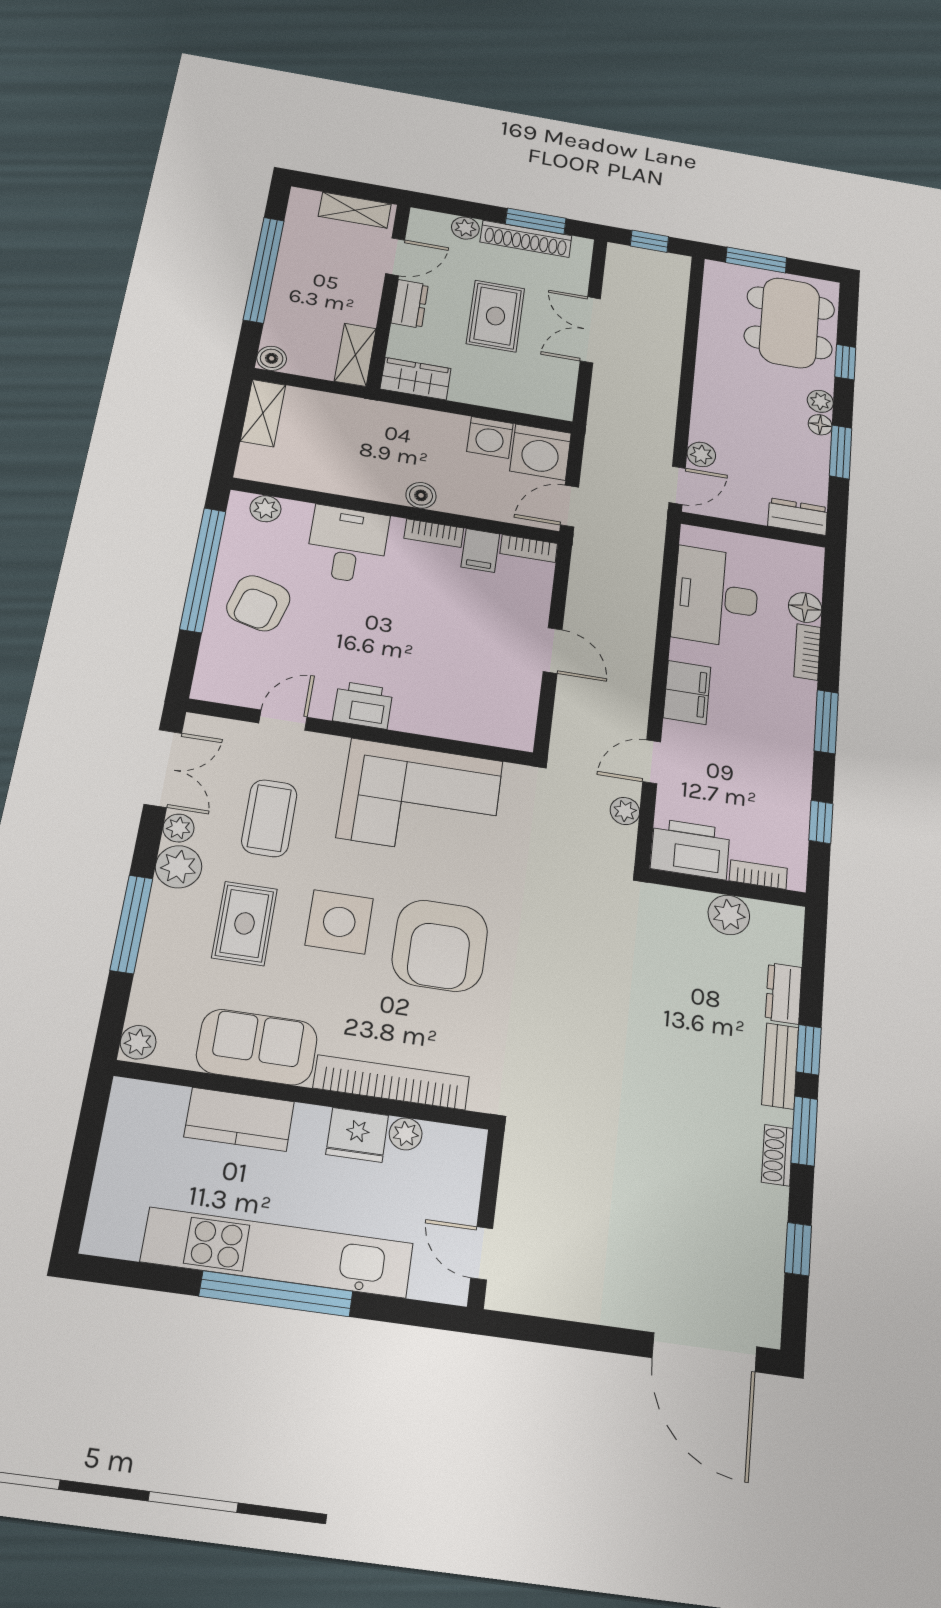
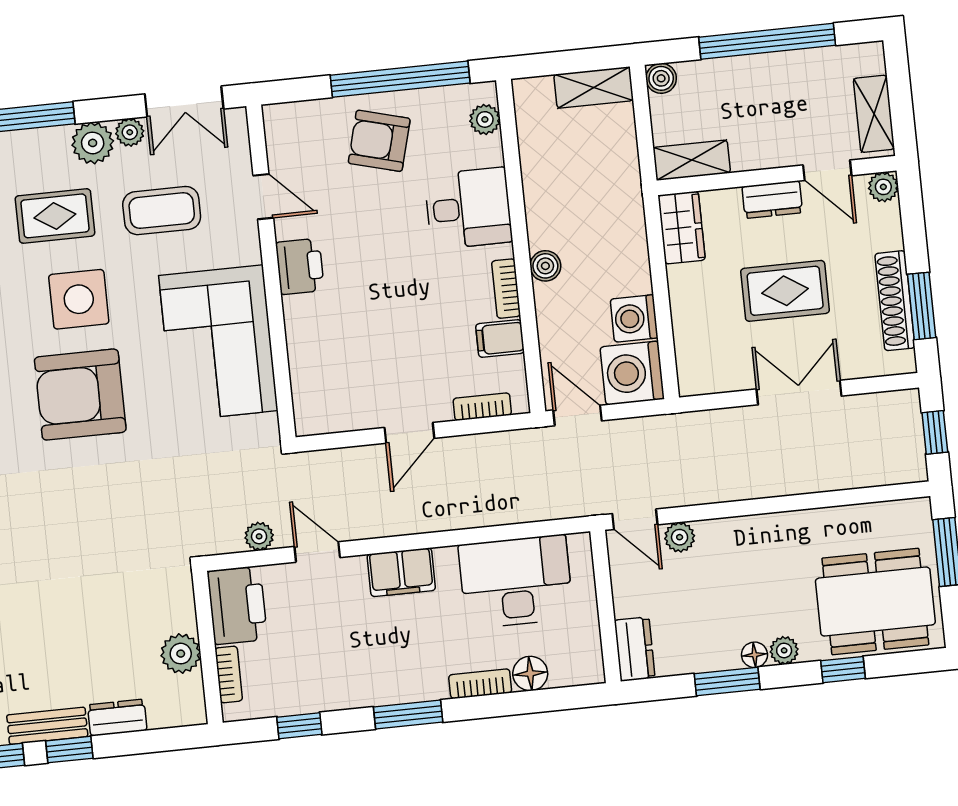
plant: (465, 228) -> (883, 187), moved
bookcase: (529, 548) -> (482, 407), moved, turned 90

